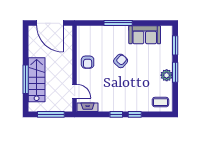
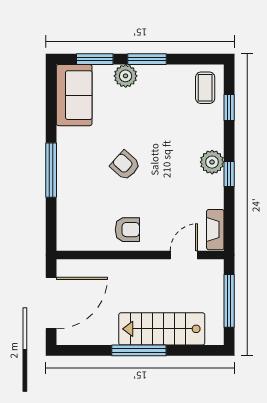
sofa: (145, 35) -> (74, 95), moved
plant: (167, 75) -> (126, 76), moved
window: (26, 79) -> (139, 350), moved
plant: (122, 106) -> (212, 162), added
window: (135, 114) -> (229, 108), moved

